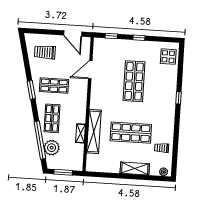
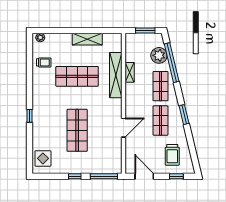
window: (42, 32) -> (176, 176), added
window: (111, 36) -> (104, 176), width x2.17
trolley: (45, 52) -> (172, 155), turned 90
door: (90, 70) -> (124, 128), moved
shop shelf: (54, 86) -> (161, 121), turned 90
shelving: (135, 168) -> (87, 39), moved

